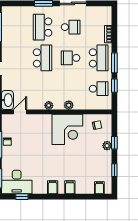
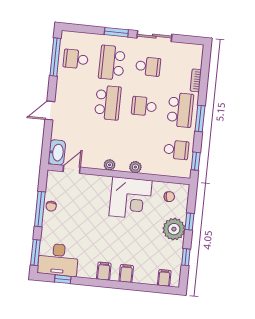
school desk: (15, 27) -> (76, 59), added
window: (114, 86) -> (196, 161), moved
plant: (107, 146) -> (174, 229), width x1.88, depth x1.88

